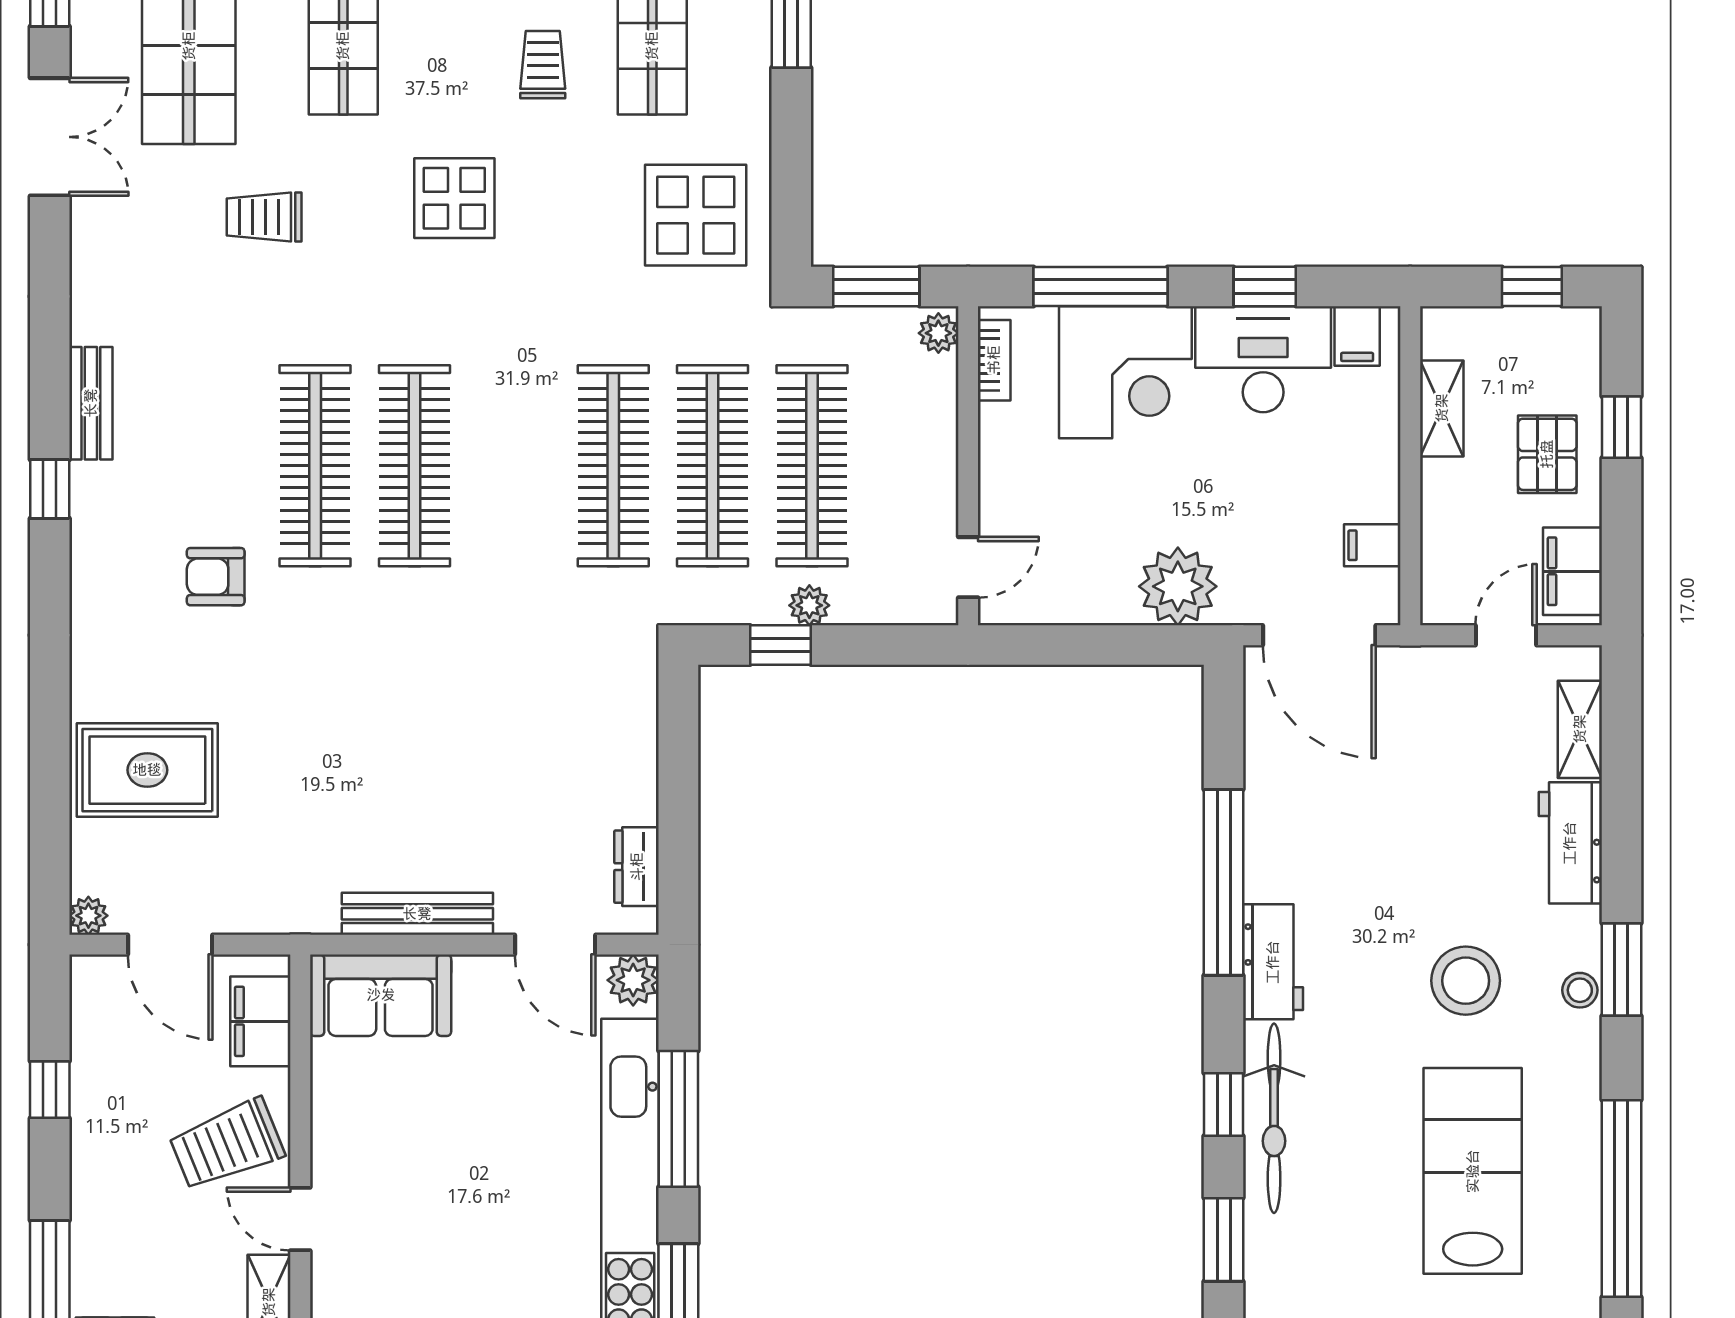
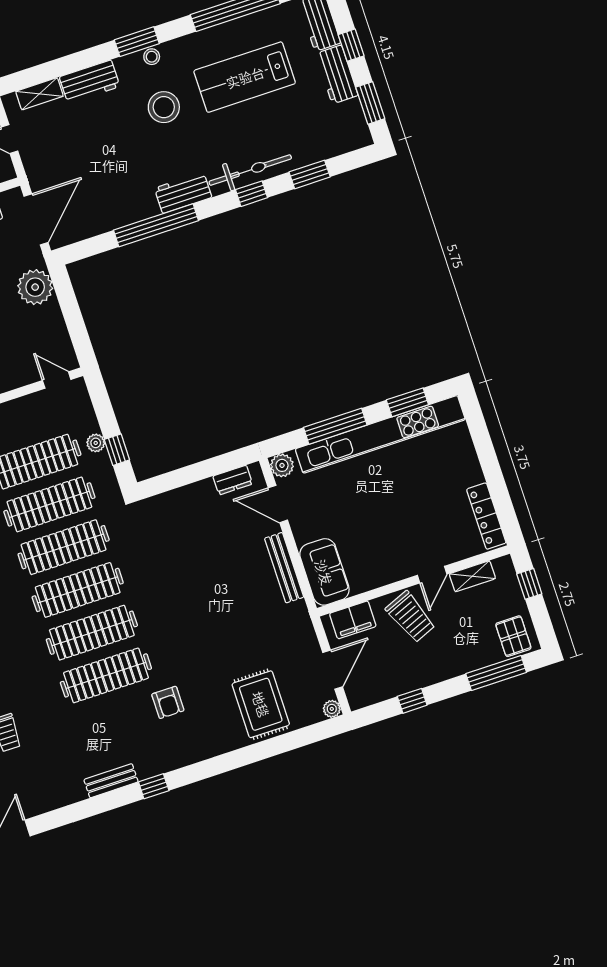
clothes rail: (514, 466) -> (78, 590), added
door: (555, 945) -> (278, 504), swing flipped

